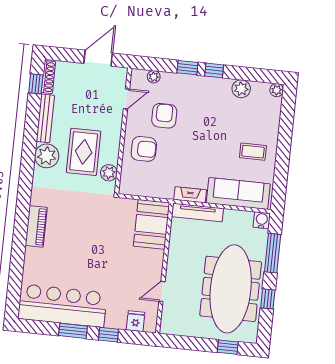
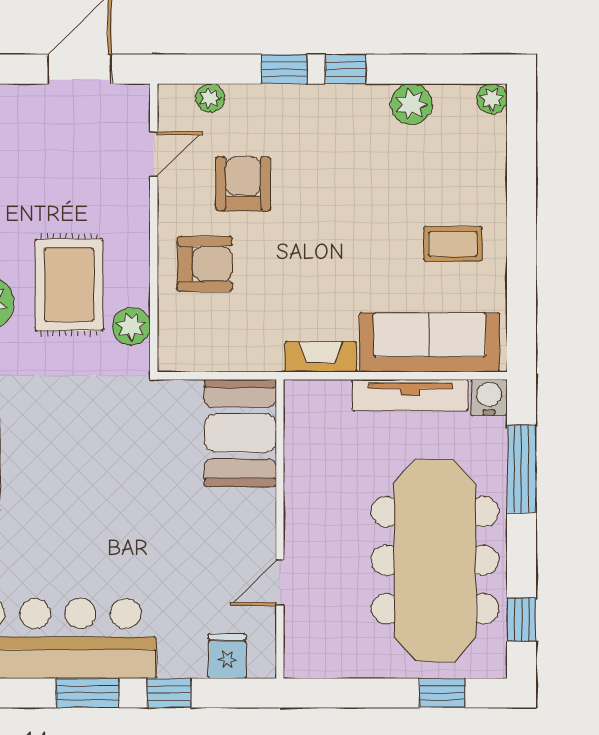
tv unit: (197, 212) -> (410, 395), moved
window: (268, 299) -> (521, 620), moved

